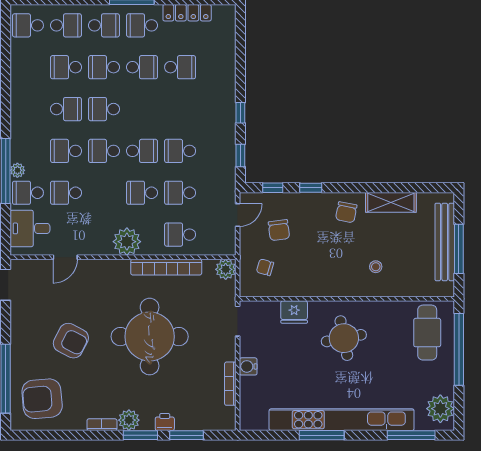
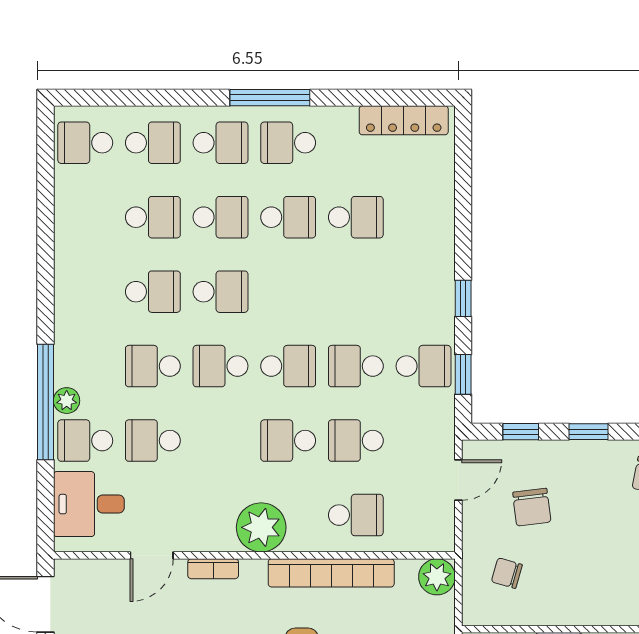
locker: (187, 13) -> (404, 120), moved
school desk: (66, 67) -> (153, 217), turned 180
school desk: (104, 67) -> (221, 217), turned 180
school desk: (104, 109) -> (221, 292), turned 180
school desk: (218, 151) -> (423, 366), added
school desk: (180, 235) -> (356, 515), turned 180
bookcase: (100, 265) -> (213, 569), added

